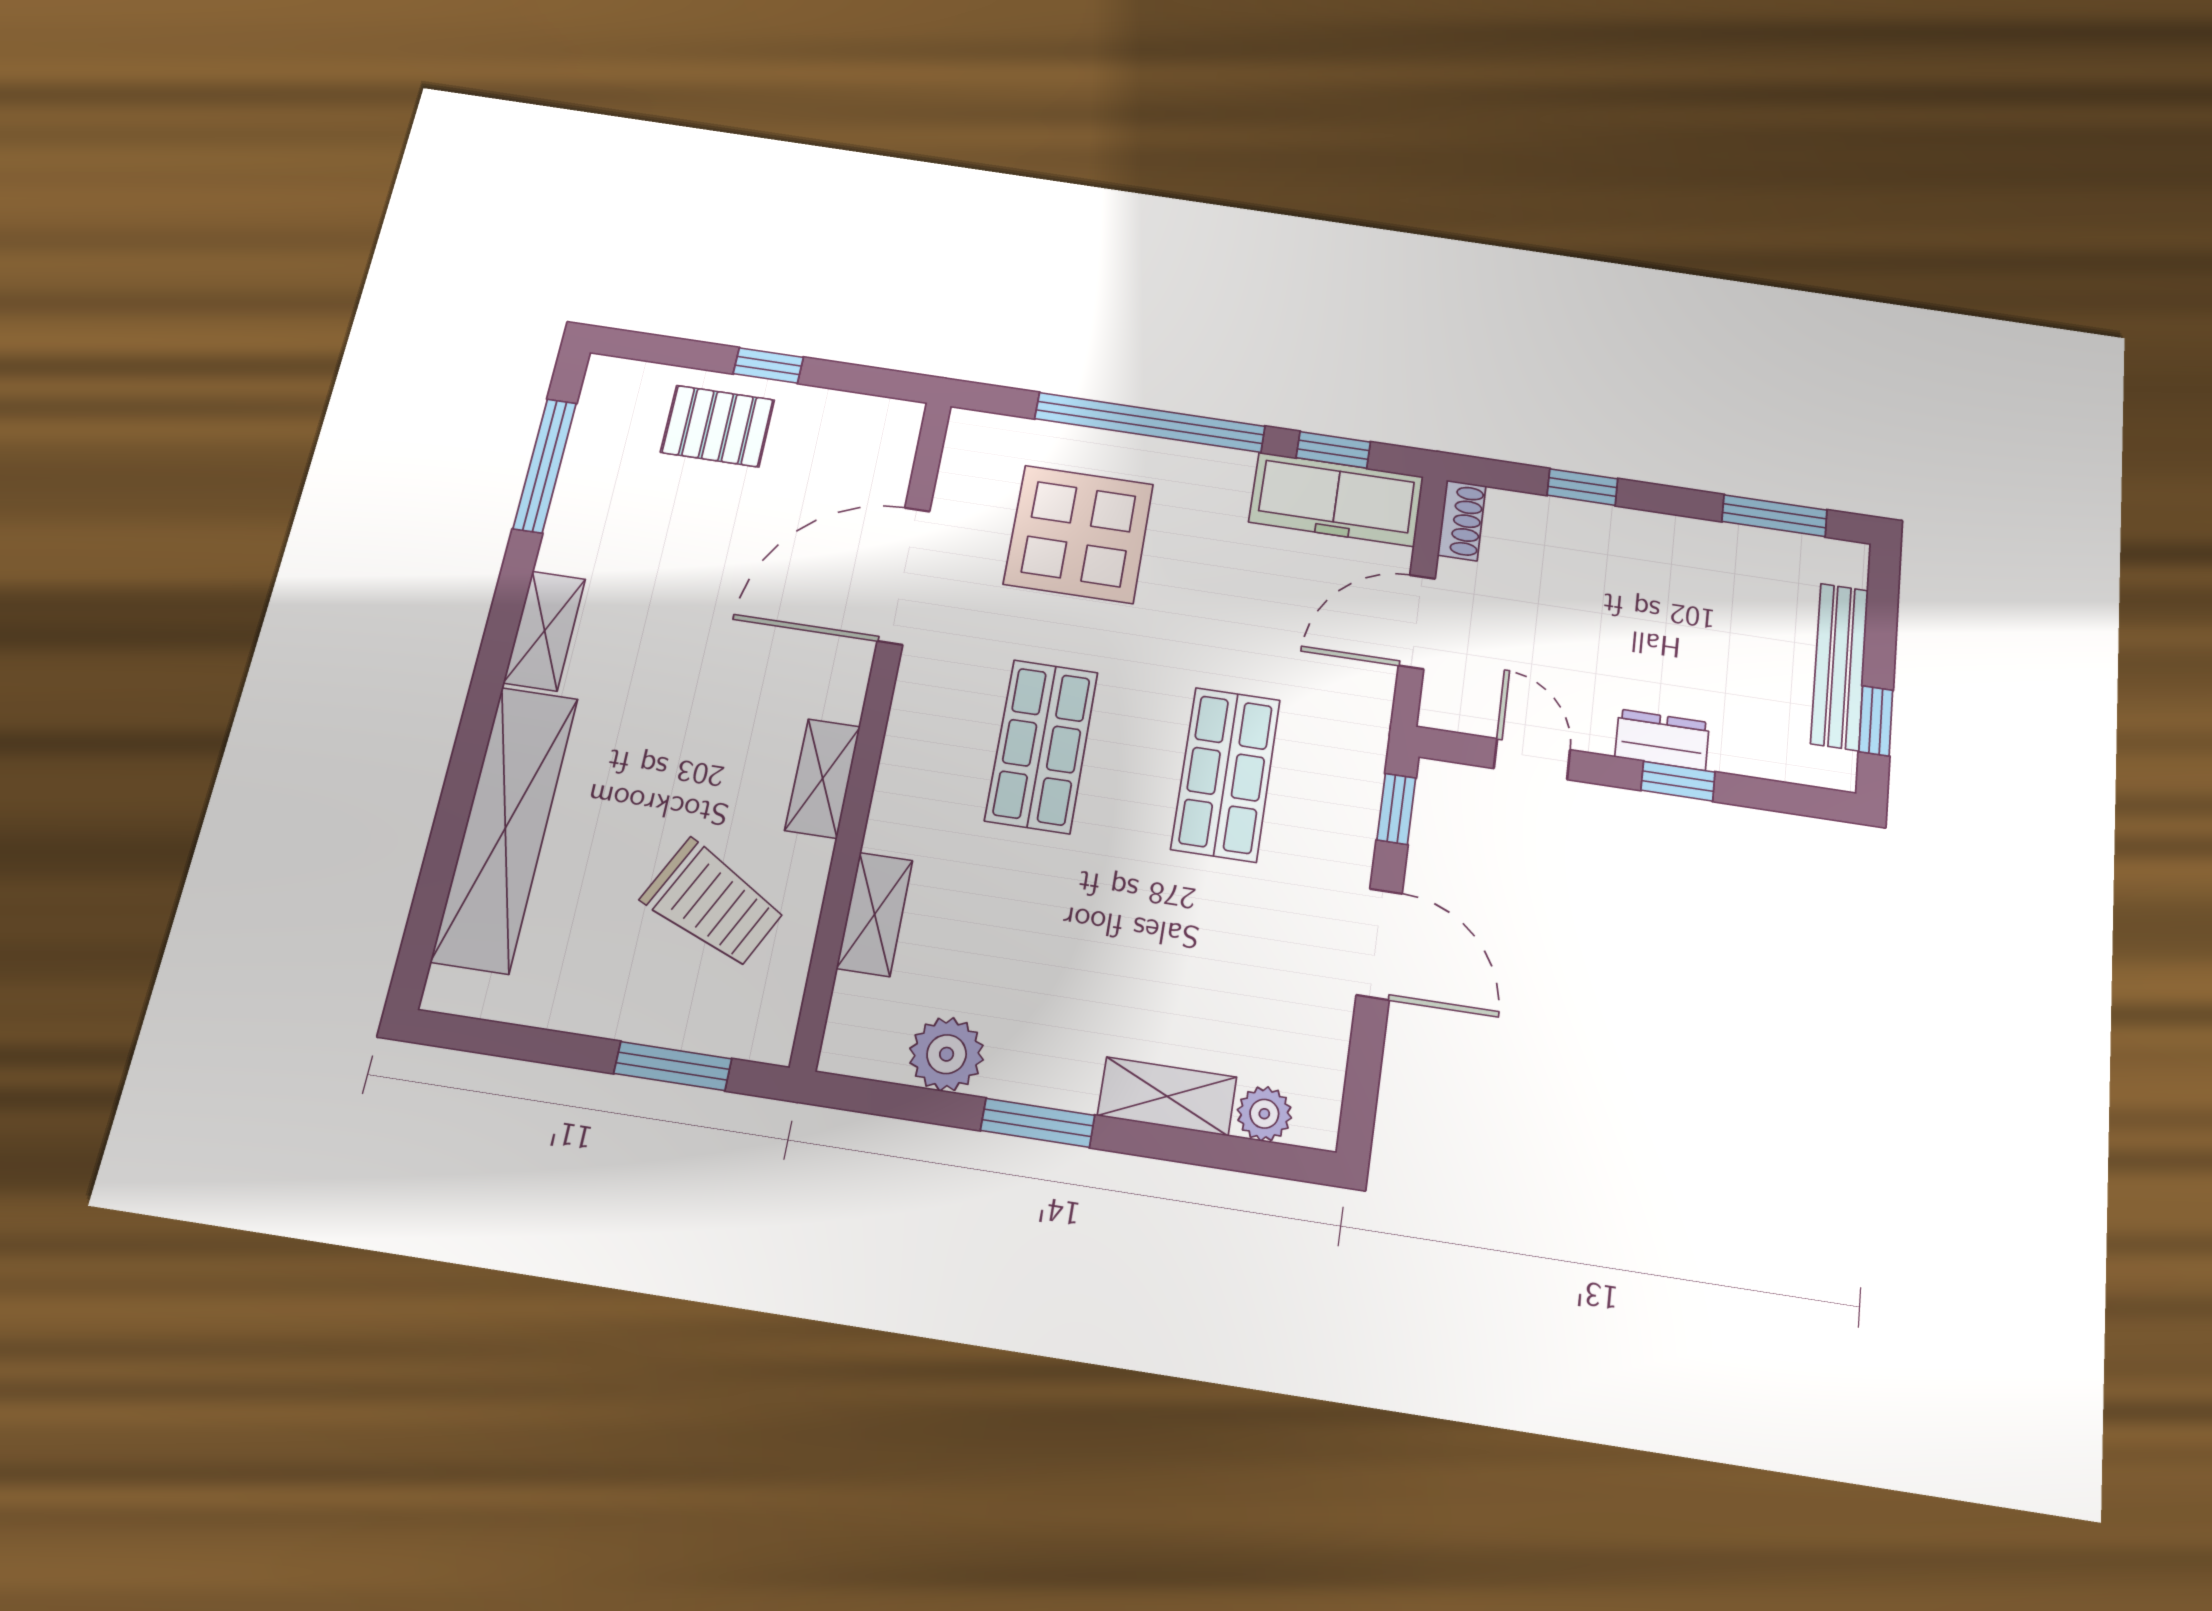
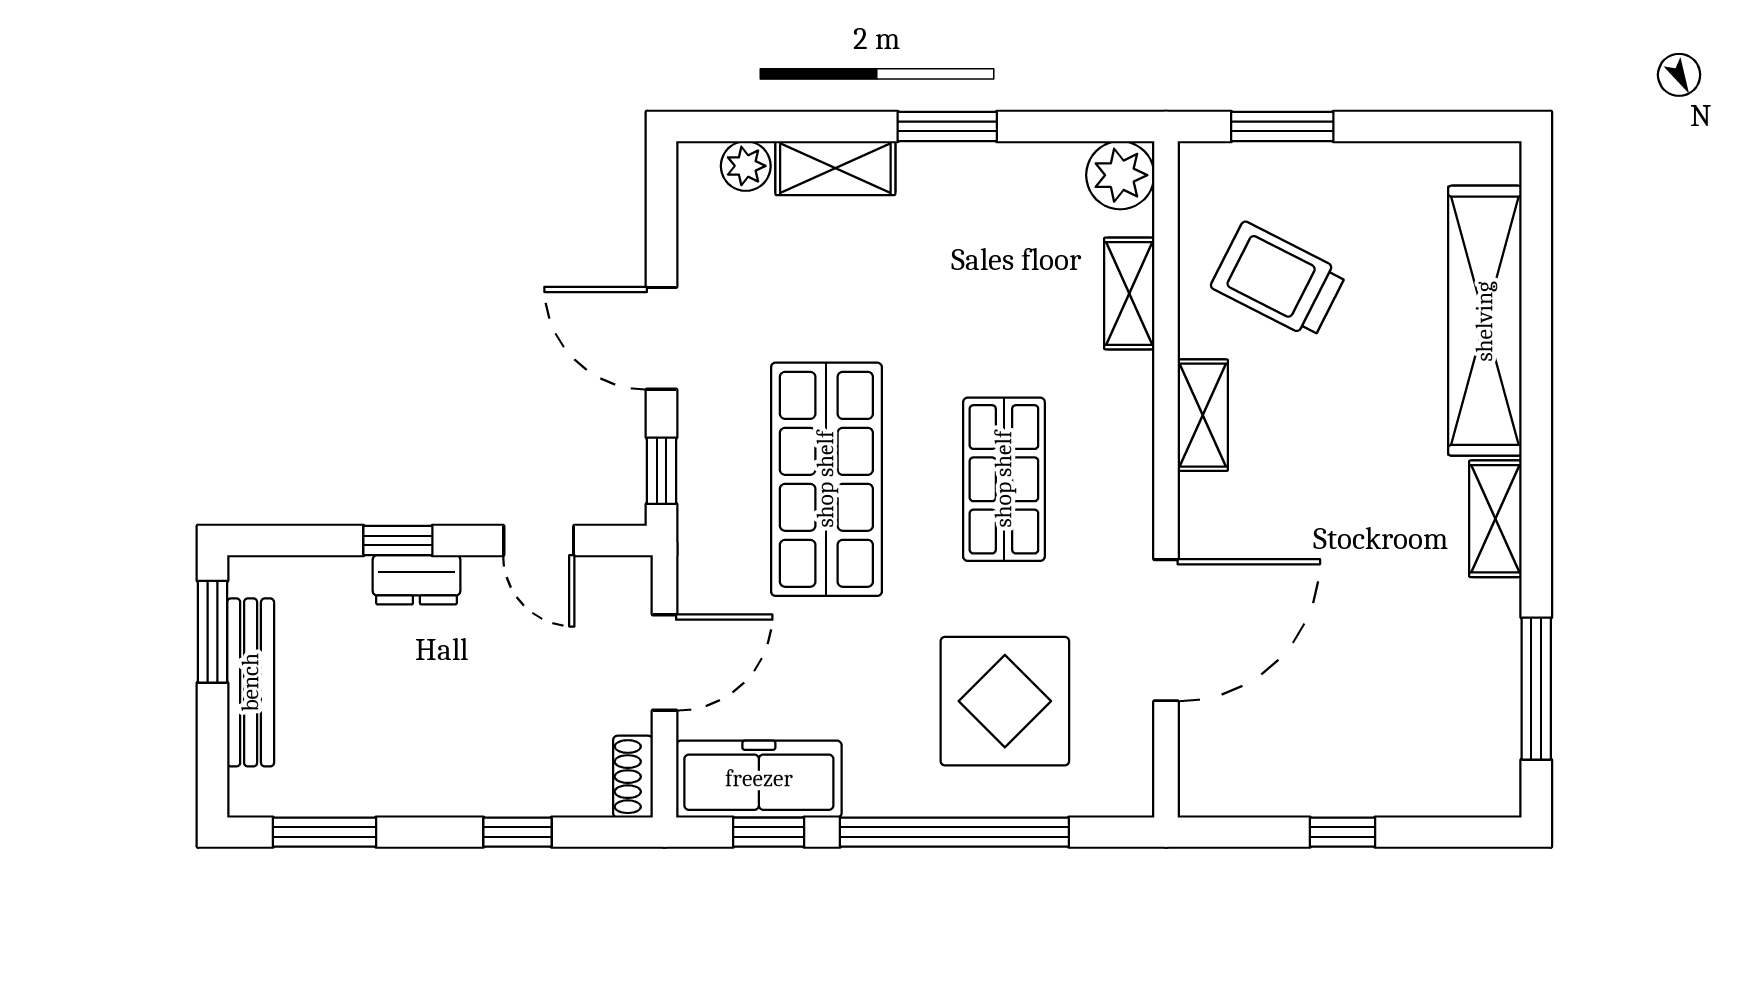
pallet: (718, 426) -> (1378, 758), removed
window: (1876, 721) -> (212, 632), width x1.50
shop shelf: (1226, 774) -> (826, 479), width x1.43, depth x1.36
plant: (947, 1054) -> (1120, 175), moved

